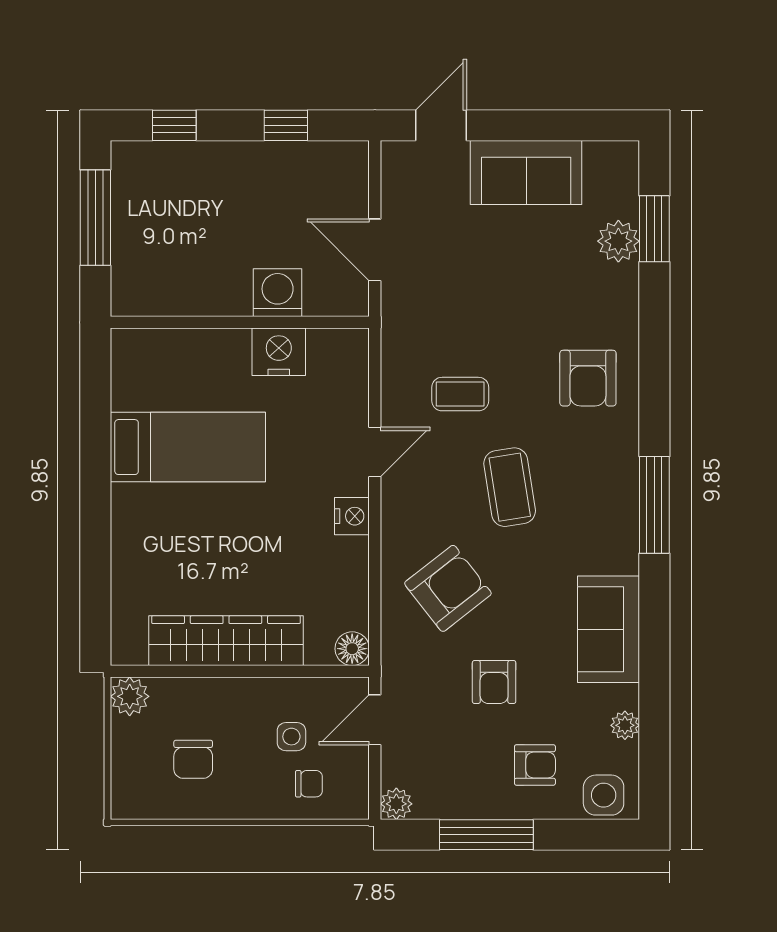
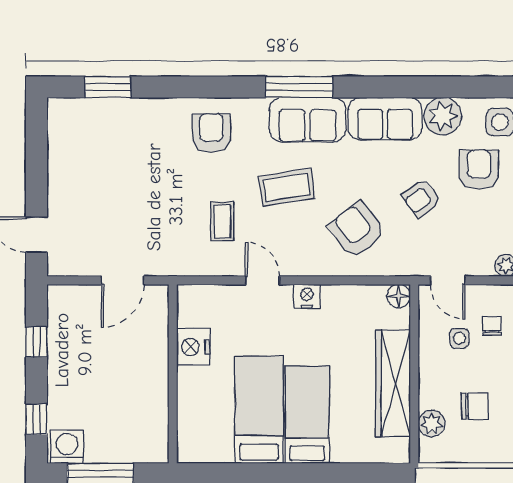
sofa: (526, 173) -> (308, 120), moved, turned 90
plant: (618, 241) -> (117, 112), removed
washing machine: (278, 293) -> (67, 447), moved, turned 90
armchair: (588, 378) -> (211, 133), turned -90
bed: (181, 517) -> (307, 415), added
armchair: (494, 682) -> (422, 198), turned 144
plant: (130, 696) -> (432, 424), moved
plant: (625, 725) -> (443, 116), width x1.88, depth x1.88
armchair: (535, 765) -> (479, 170), width x1.38, depth x1.38

